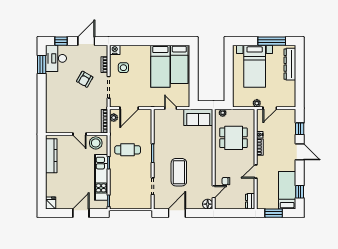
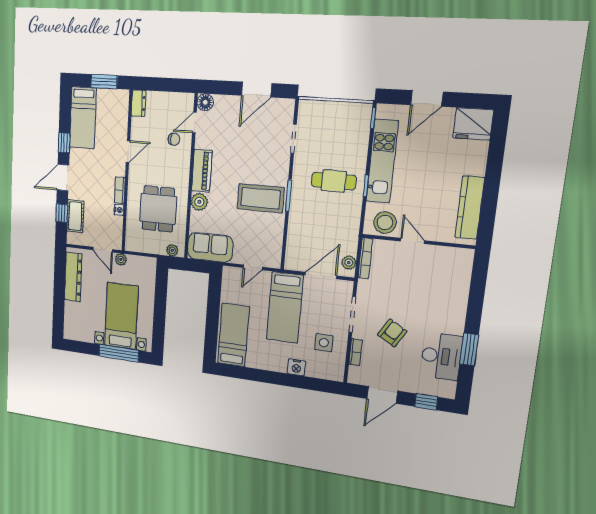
window: (272, 41) -> (119, 353), moved
nightstand: (115, 50) -> (296, 367), moved
desk: (56, 58) -> (441, 356), moved
window: (42, 64) -> (469, 350), moved
dresser: (290, 64) -> (73, 277), moved
bed: (160, 66) -> (285, 307), moved, turned 180
door: (171, 108) -> (253, 267), hinge flipped
door: (270, 108) -> (103, 250), swing flipped
cot: (290, 128) -> (75, 216), added
dining table: (234, 138) -> (158, 209), turned 90
plant: (207, 145) -> (199, 202), added
cafe table: (128, 150) -> (334, 181), moved
door: (300, 152) -> (63, 178), hinge flipped
piano: (207, 164) -> (202, 171), added
coffee table: (179, 172) -> (261, 198), moved, turned 90
window: (300, 192) -> (64, 143), moved
fridge: (51, 203) -> (473, 124), width x1.88, depth x1.34

